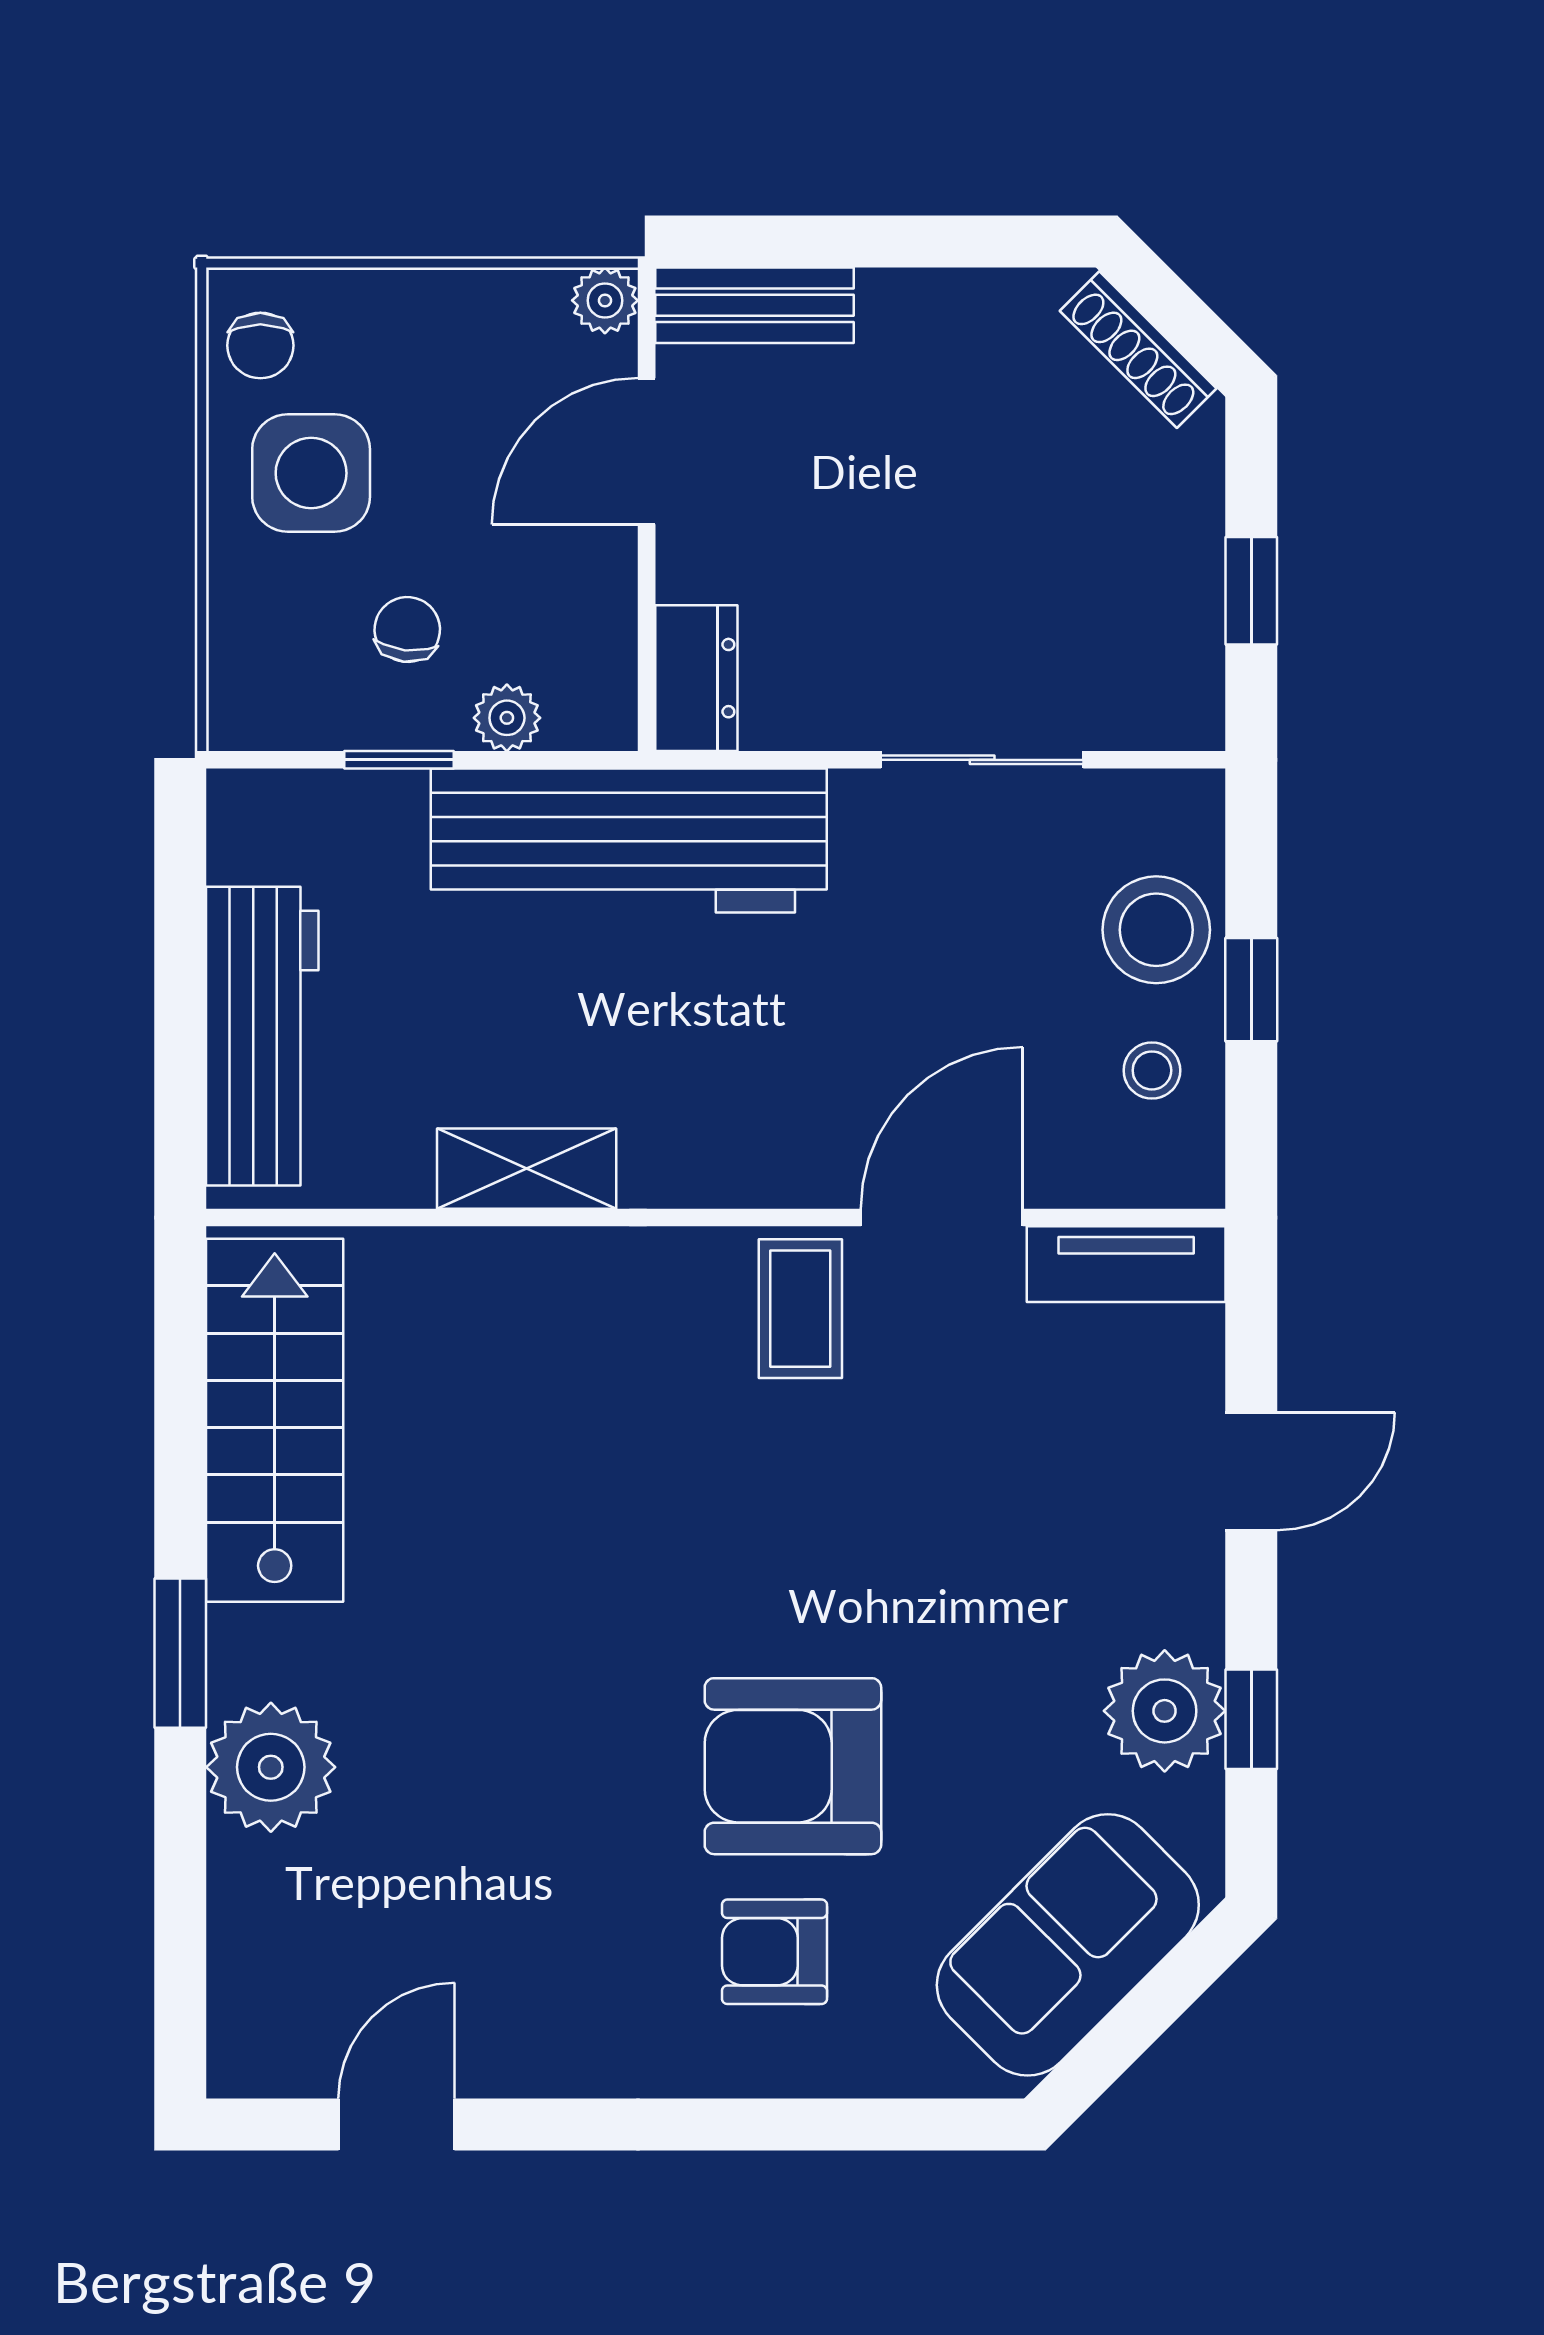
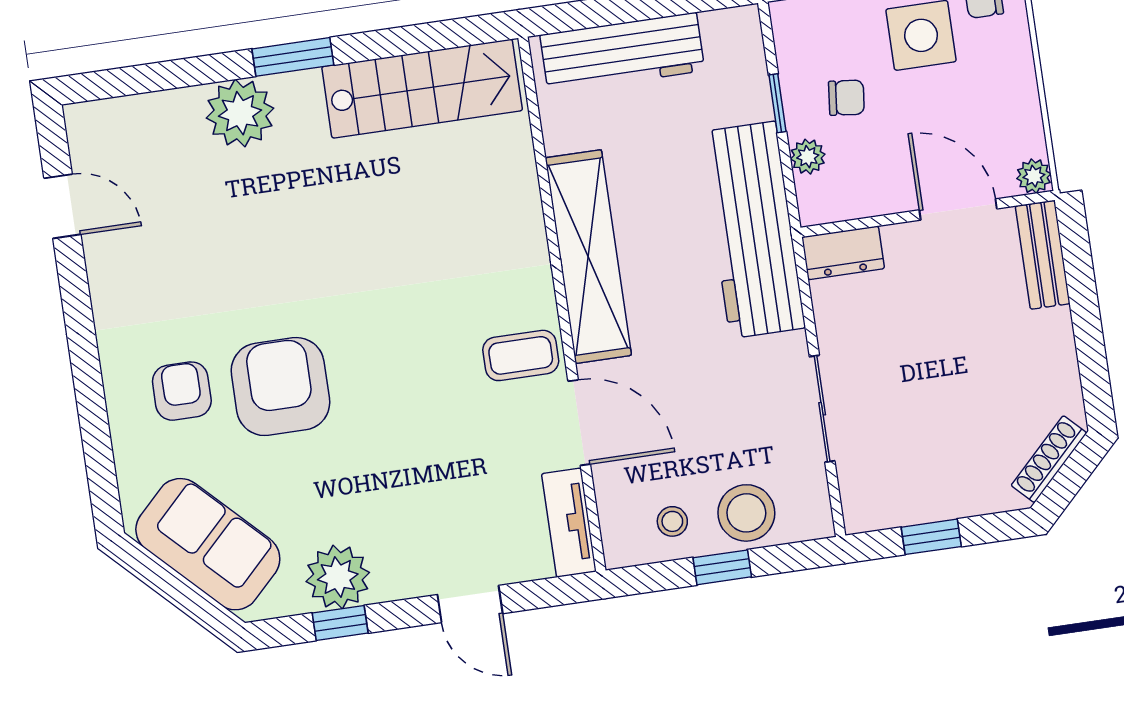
shelving: (527, 1169) -> (588, 257), width x2.20, depth x1.33

